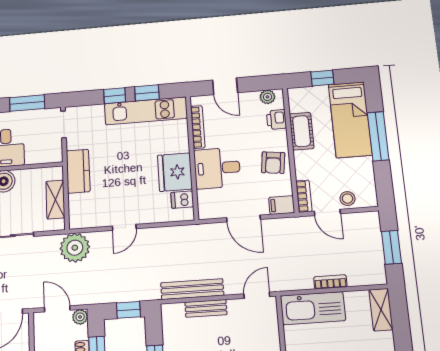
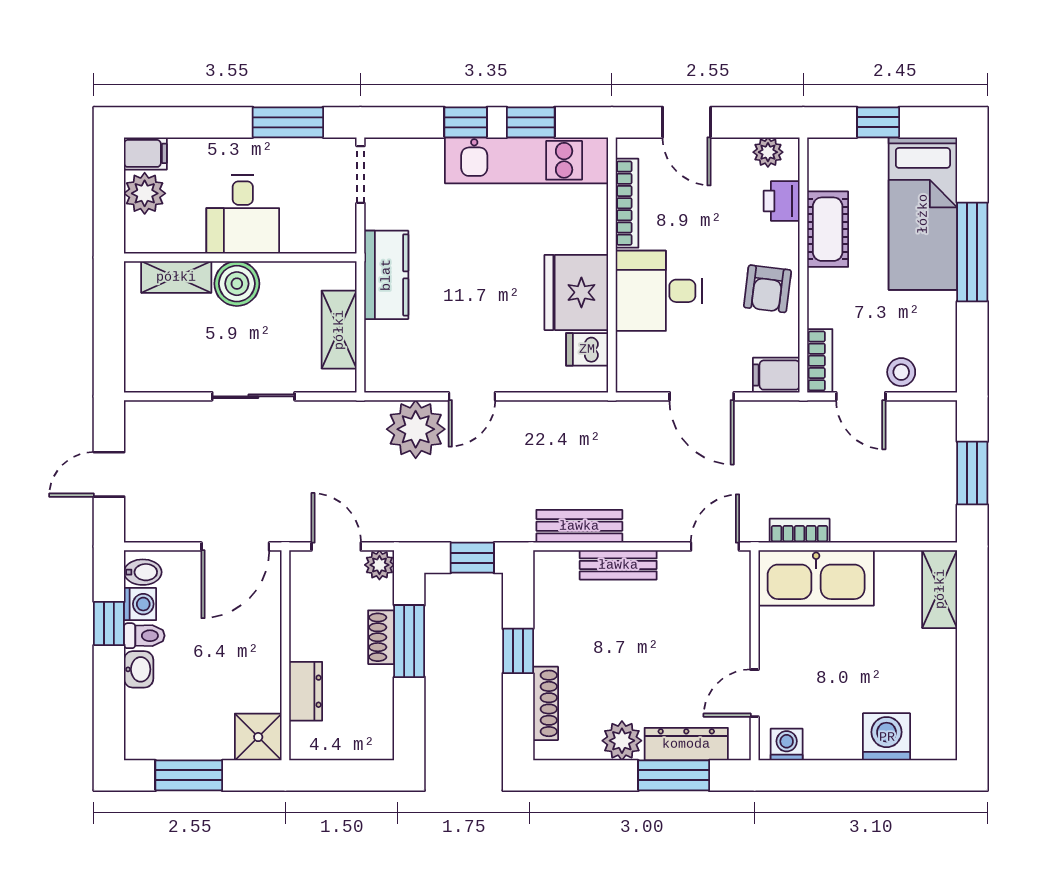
plant: (75, 248) -> (416, 429), moved
bookcase: (330, 282) -> (800, 531), moved
bench: (192, 289) -> (579, 526), width x0.73

